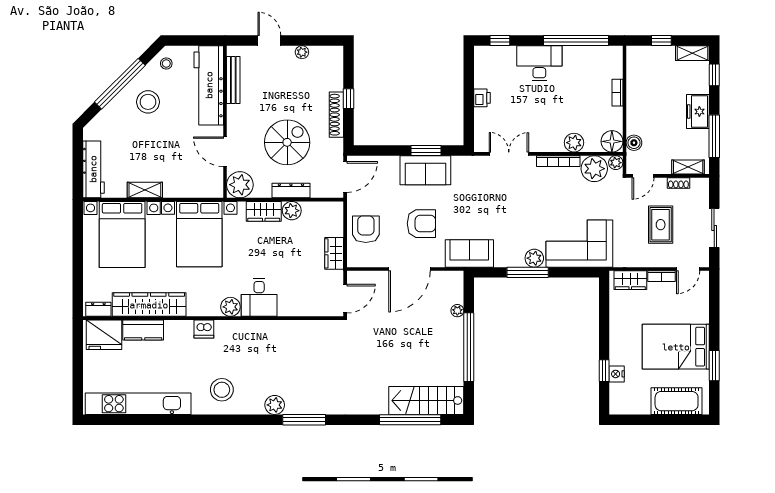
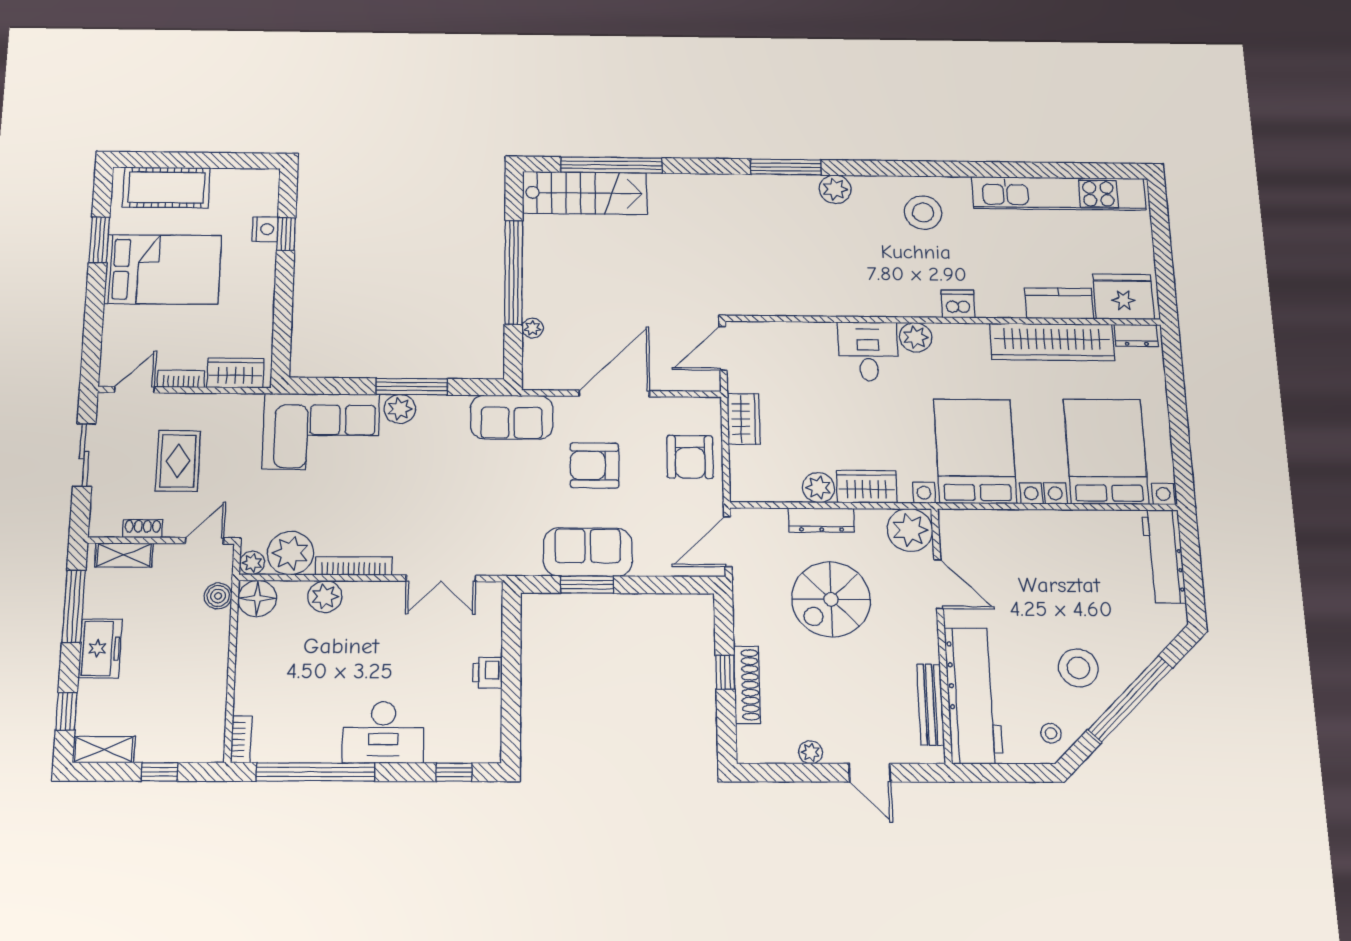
bookcase: (617, 93) -> (241, 739), moved
shoe rack: (336, 115) -> (747, 685), moved
shelving: (145, 190) -> (1073, 522), removed

